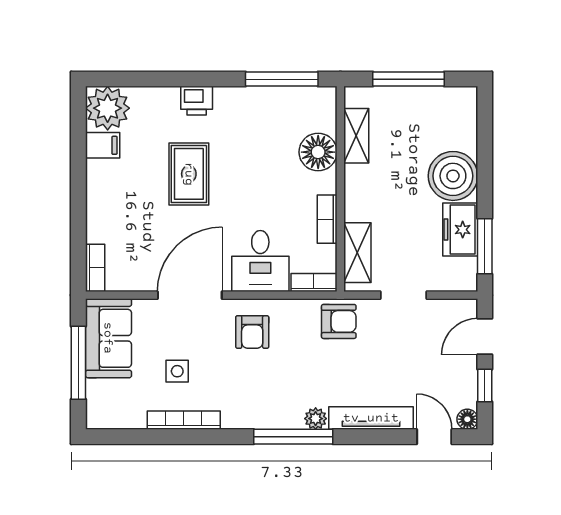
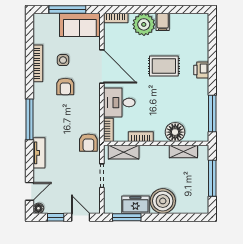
plant: (108, 108) -> (144, 24), moved
filing cabinet: (103, 145) -> (163, 22), moved
armchair: (252, 332) -> (65, 86), moved, turned -90
tv unit: (371, 418) -> (39, 153), width x0.71
plant: (316, 419) -> (39, 131), removed

